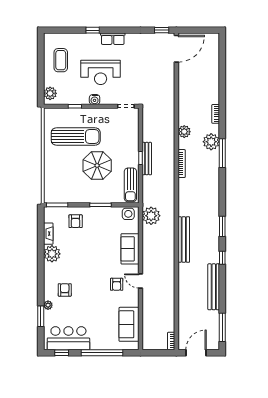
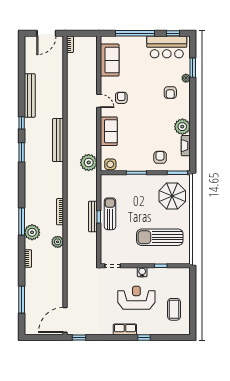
plant: (50, 93) -> (184, 278), removed
parasol: (97, 165) -> (172, 196), moved
sun lounger: (130, 185) -> (110, 214), moved
window: (222, 327) -> (22, 300), moved

